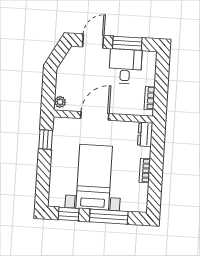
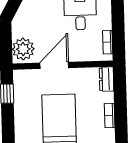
plant: (60, 102) -> (23, 49), width x1.88, depth x1.88

